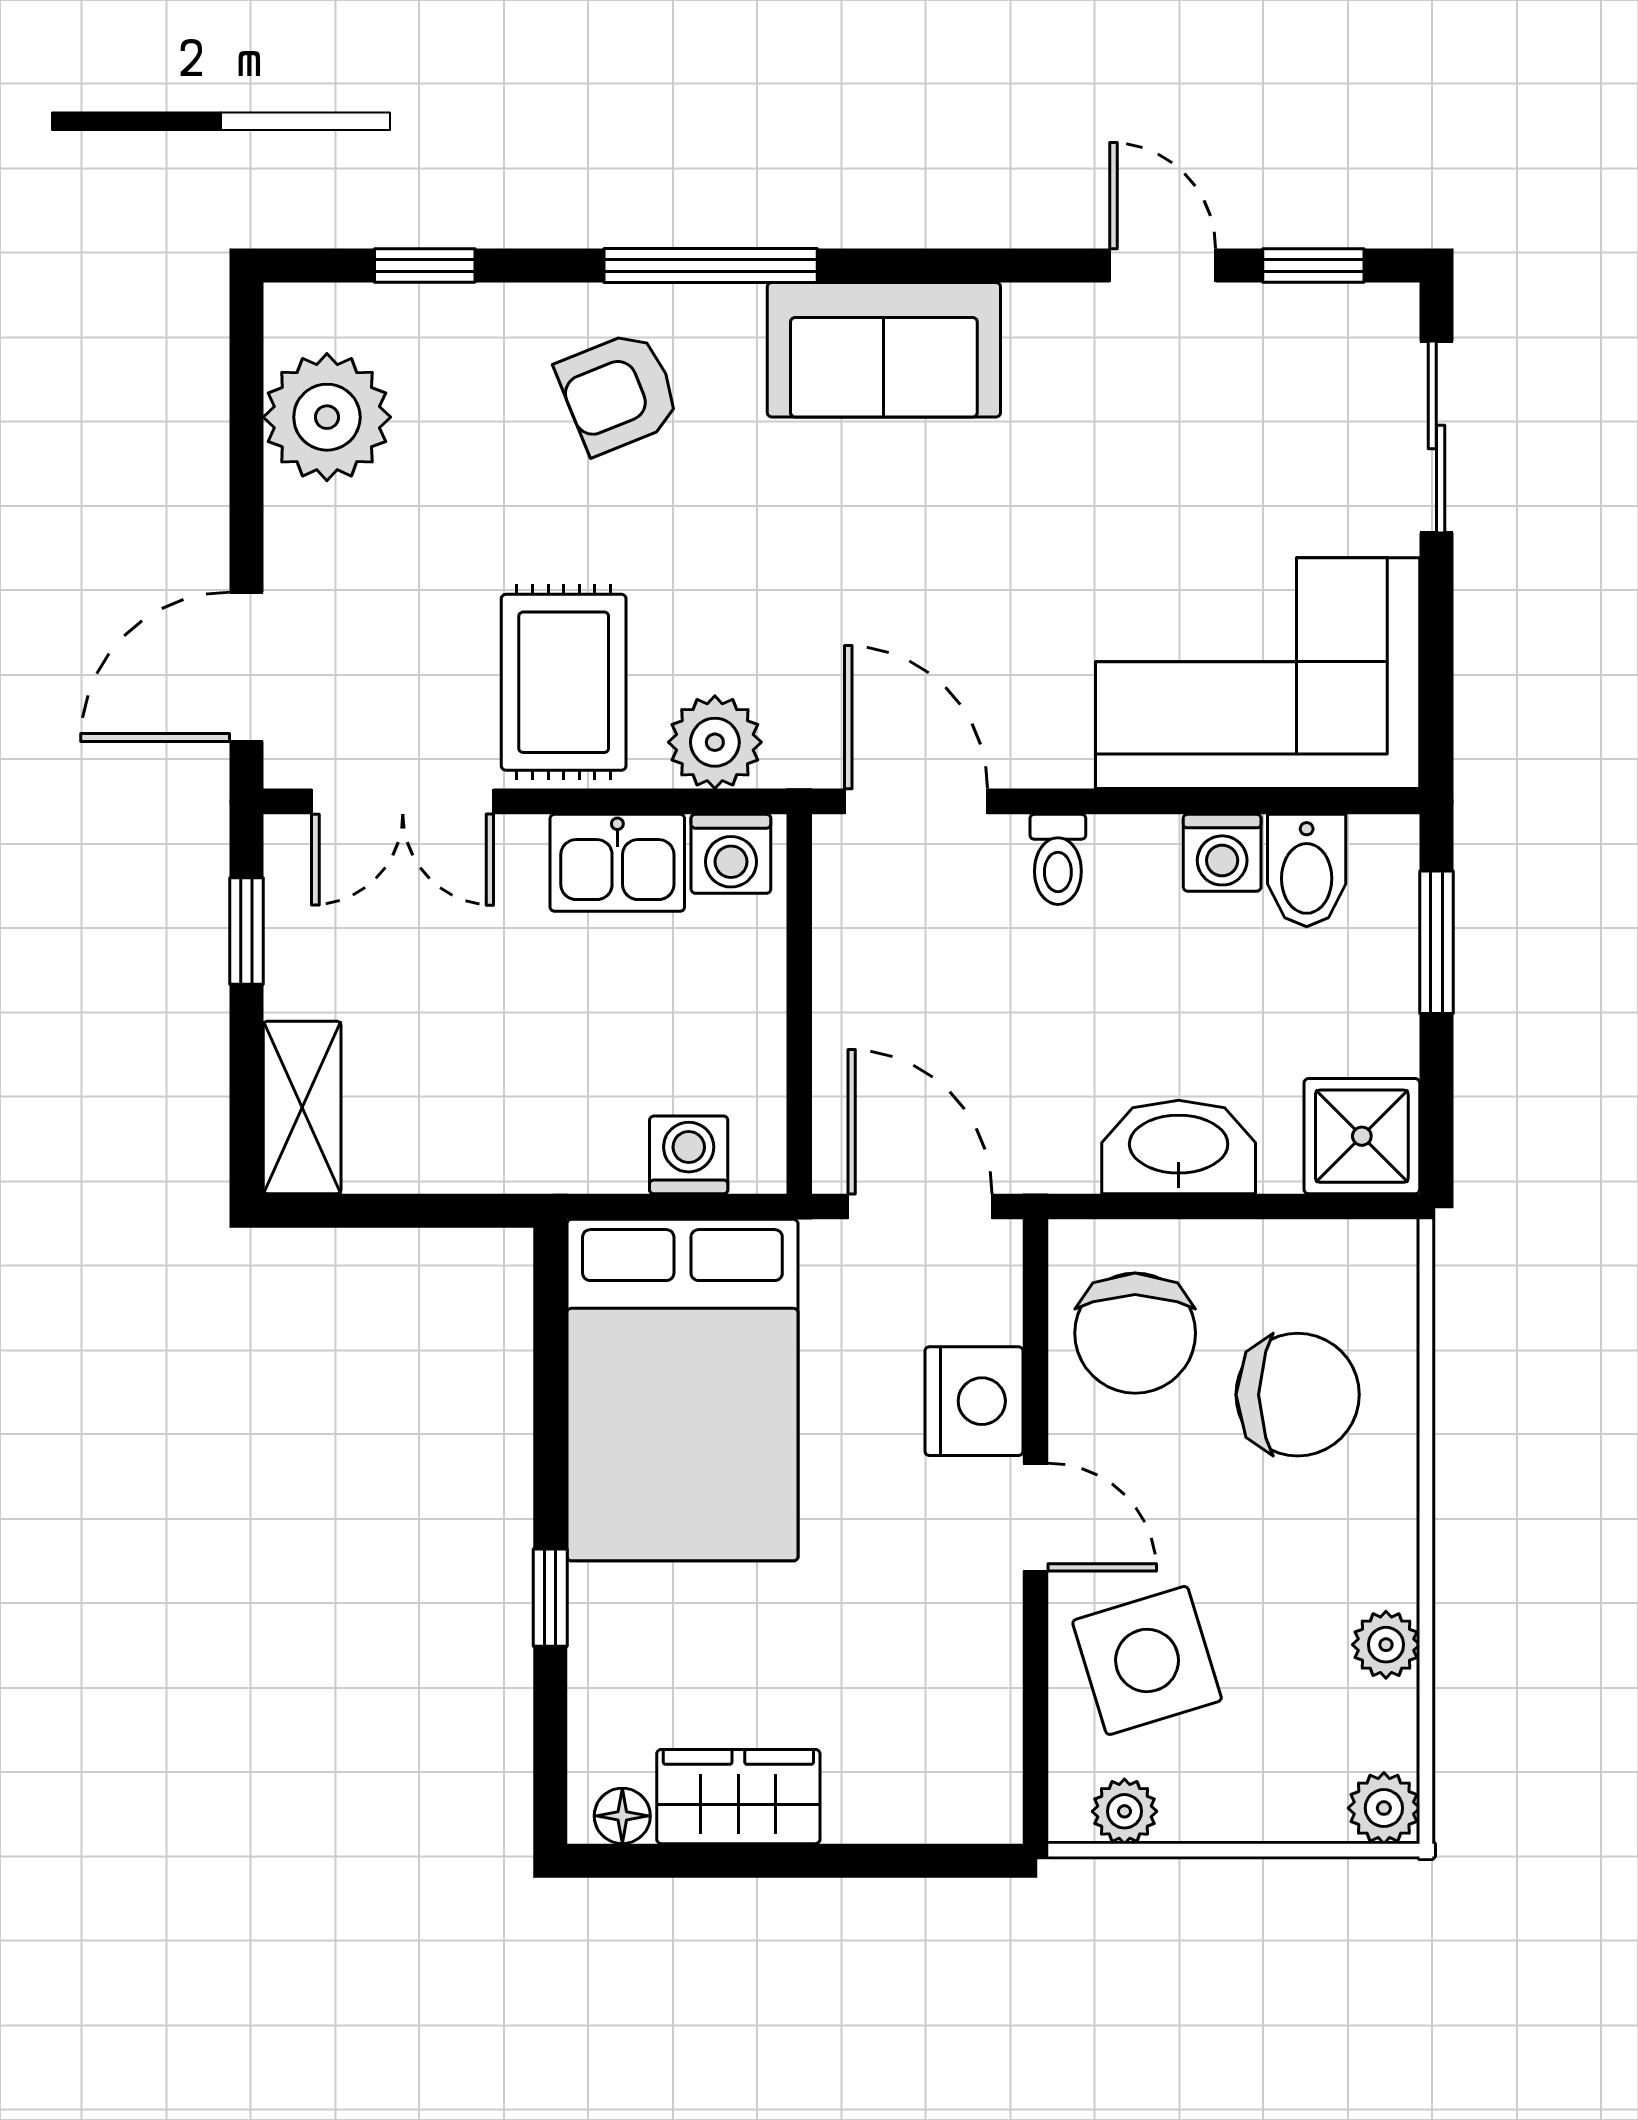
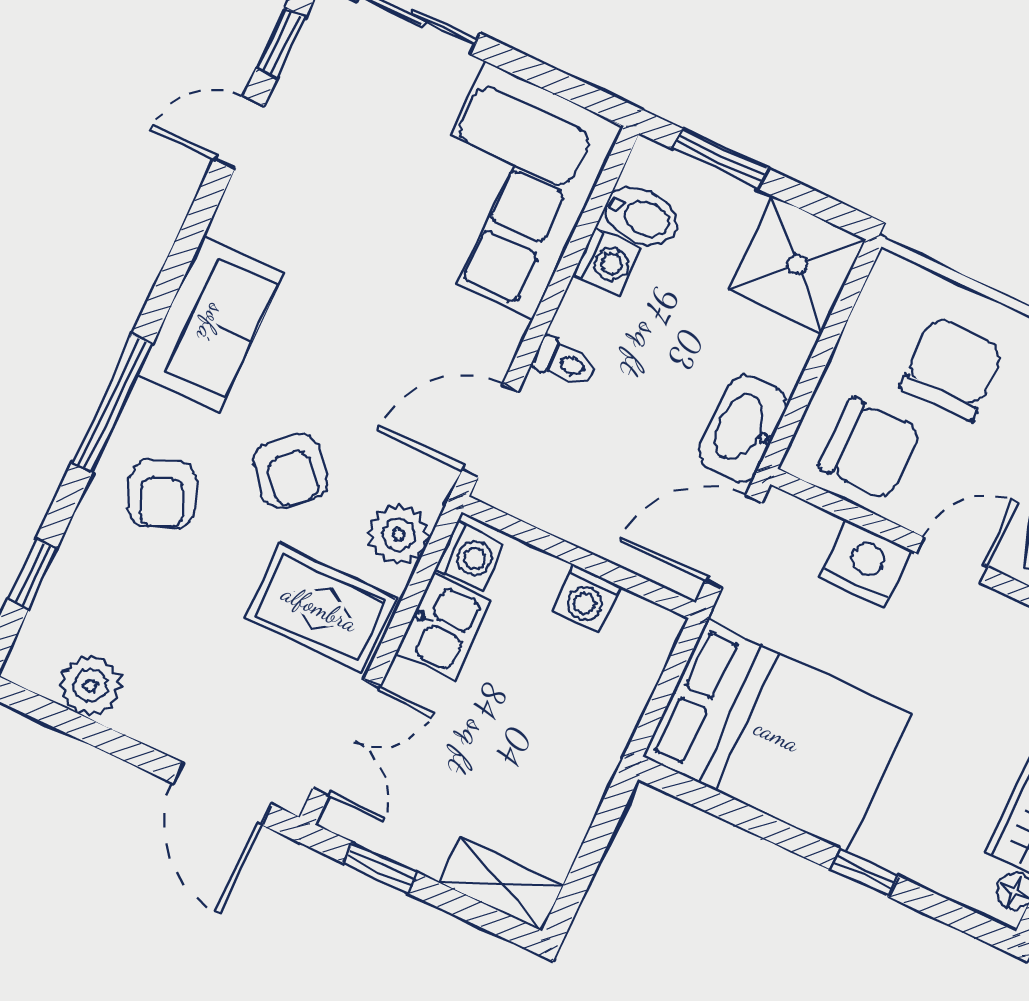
plant: (327, 417) -> (91, 686), width x0.73, depth x0.73
armchair: (733, 553) -> (290, 471), added
shower: (1362, 1136) -> (797, 264), width x1.36, depth x1.36
washbasin: (1179, 1147) -> (743, 429), moved
washing machine: (689, 1155) -> (587, 599), moved, turned -90

